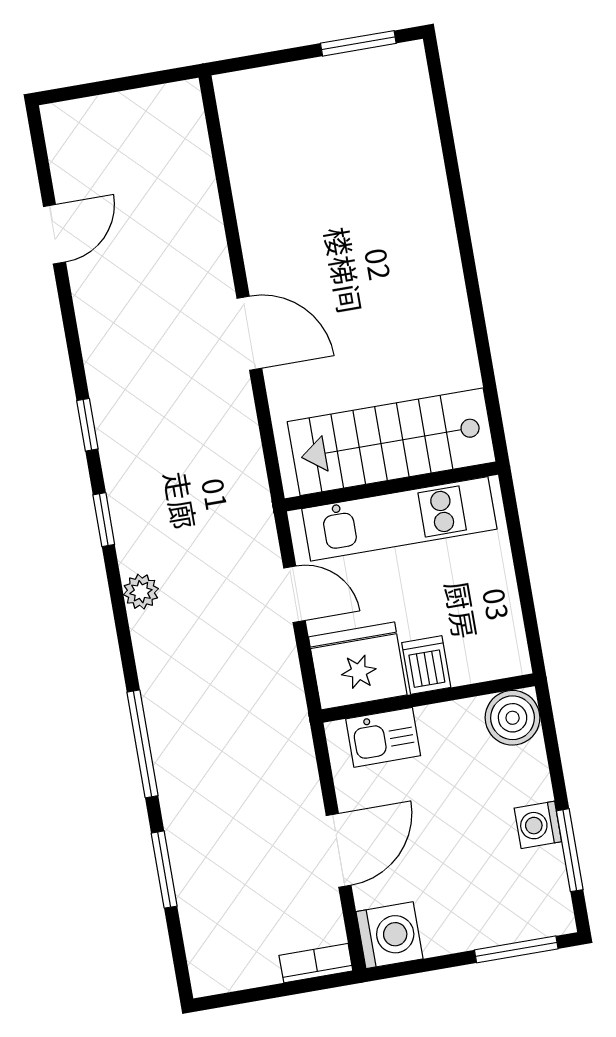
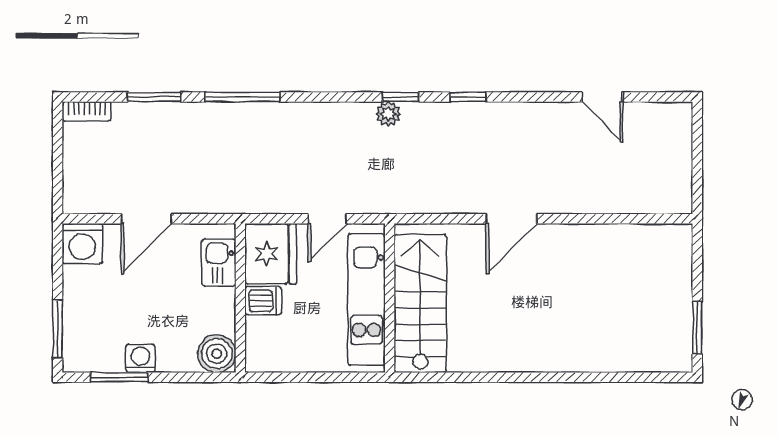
plant: (141, 592) -> (388, 114), moved
door: (339, 850) -> (147, 219), hinge flipped
bookcase: (316, 963) -> (87, 111), moved, turned 90

